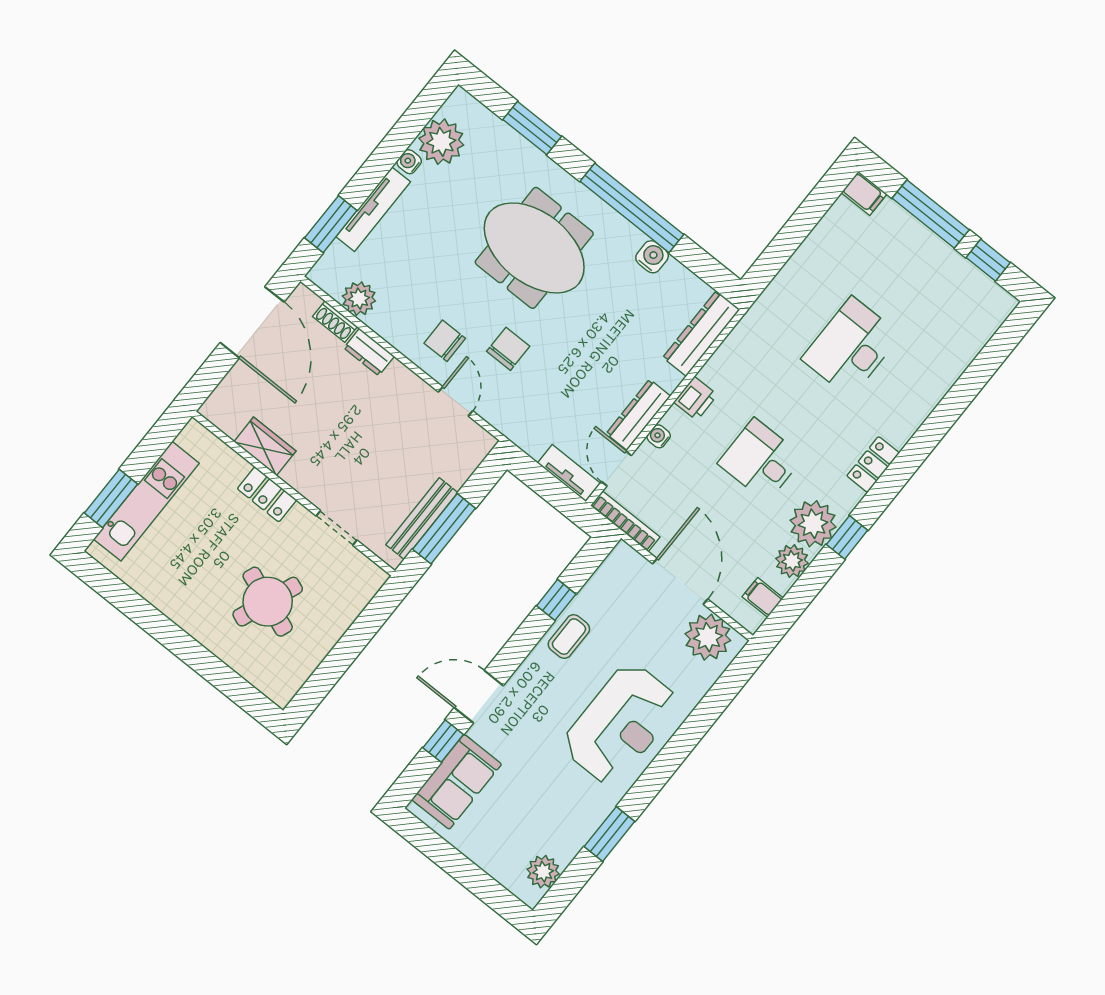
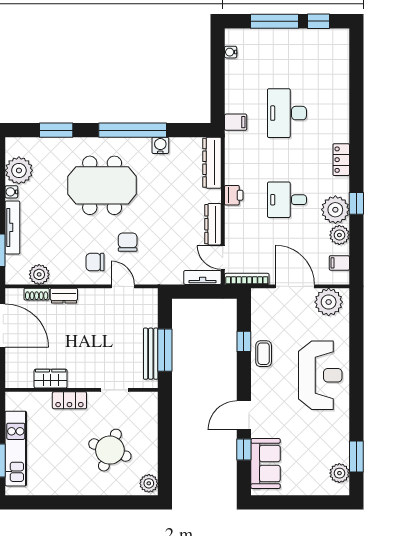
filing cabinet: (864, 193) -> (236, 122), moved
water cooler: (659, 436) -> (231, 52), moved
plant: (284, 686) -> (149, 483), added
window: (609, 834) -> (356, 456), moved

